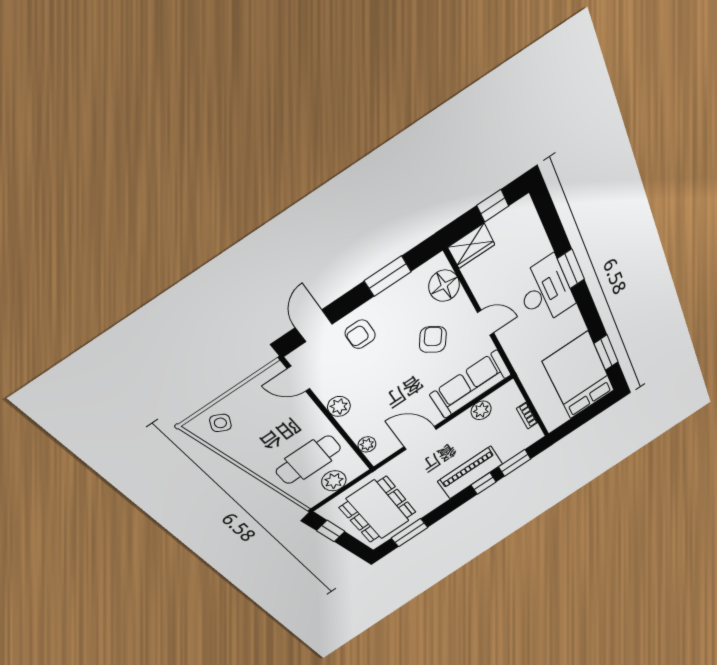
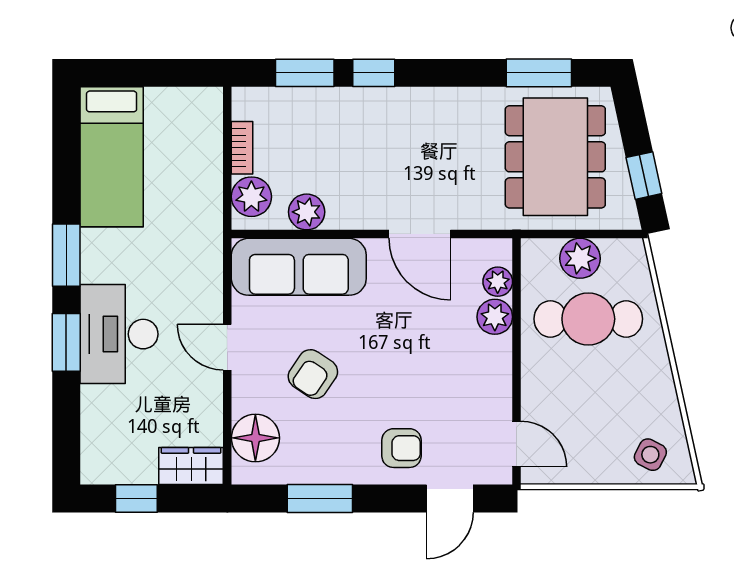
window: (606, 353) -> (66, 255), moved
bed: (579, 376) -> (112, 157), width x0.67
plant: (511, 399) -> (251, 197), added
plant: (339, 406) -> (495, 317), moved
piano: (470, 473) -> (383, 112), removed

